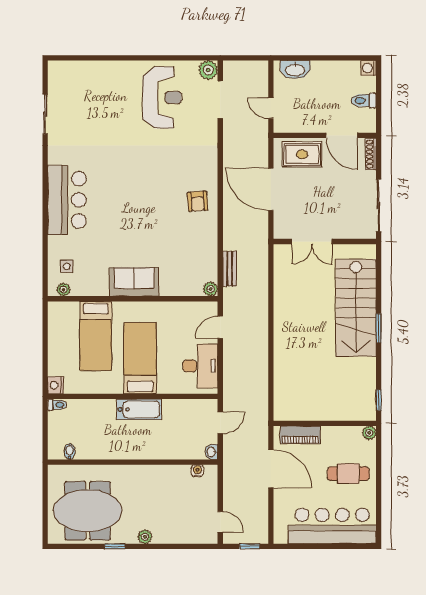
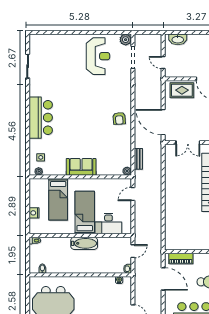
door: (271, 189) -> (163, 122), moved
desk: (200, 366) -> (108, 224), moved, turned 90
nightstand: (56, 385) -> (34, 213), moved

